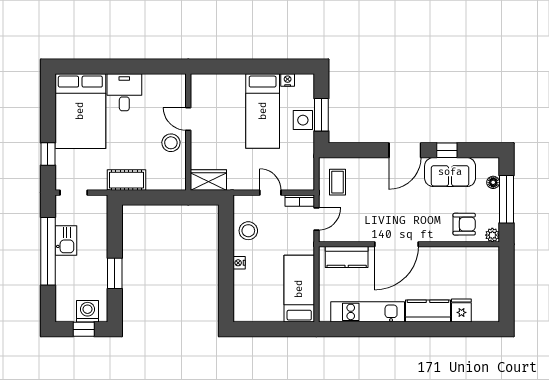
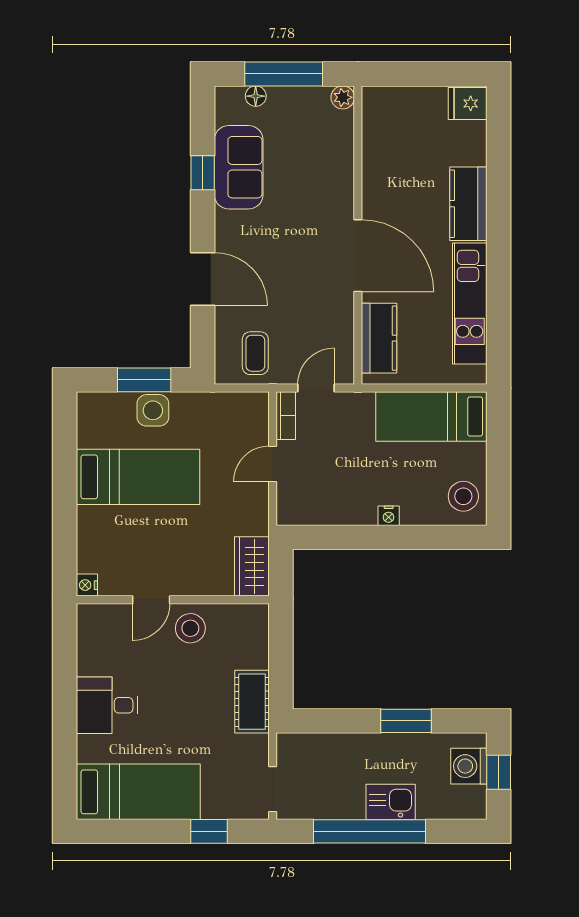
nightstand: (288, 80) -> (87, 585), moved
bed: (80, 111) -> (138, 792), width x0.67
door: (405, 150) -> (203, 279), moved
coffee table: (337, 182) -> (255, 353), turned 90
door: (316, 219) -> (316, 388), hinge flipped
armchair: (464, 224) -> (325, 144), removed
stool: (248, 231) -> (463, 496), moved
kitchen sink: (66, 240) -> (391, 802), moved
fridge: (461, 311) -> (468, 103), moved

